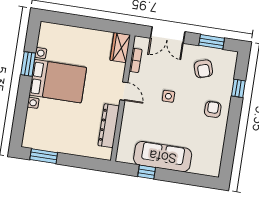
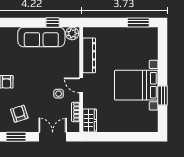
side table: (168, 96) -> (59, 94), moved
plant: (125, 155) -> (72, 33), added

